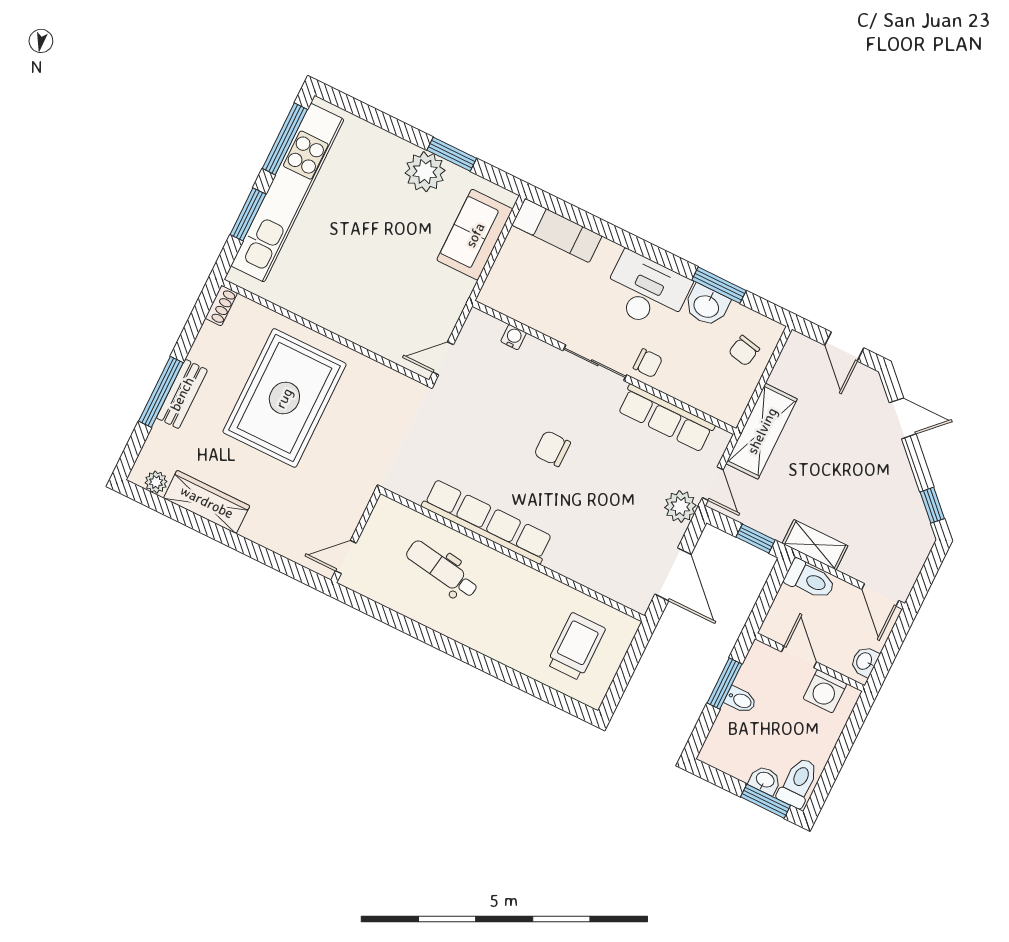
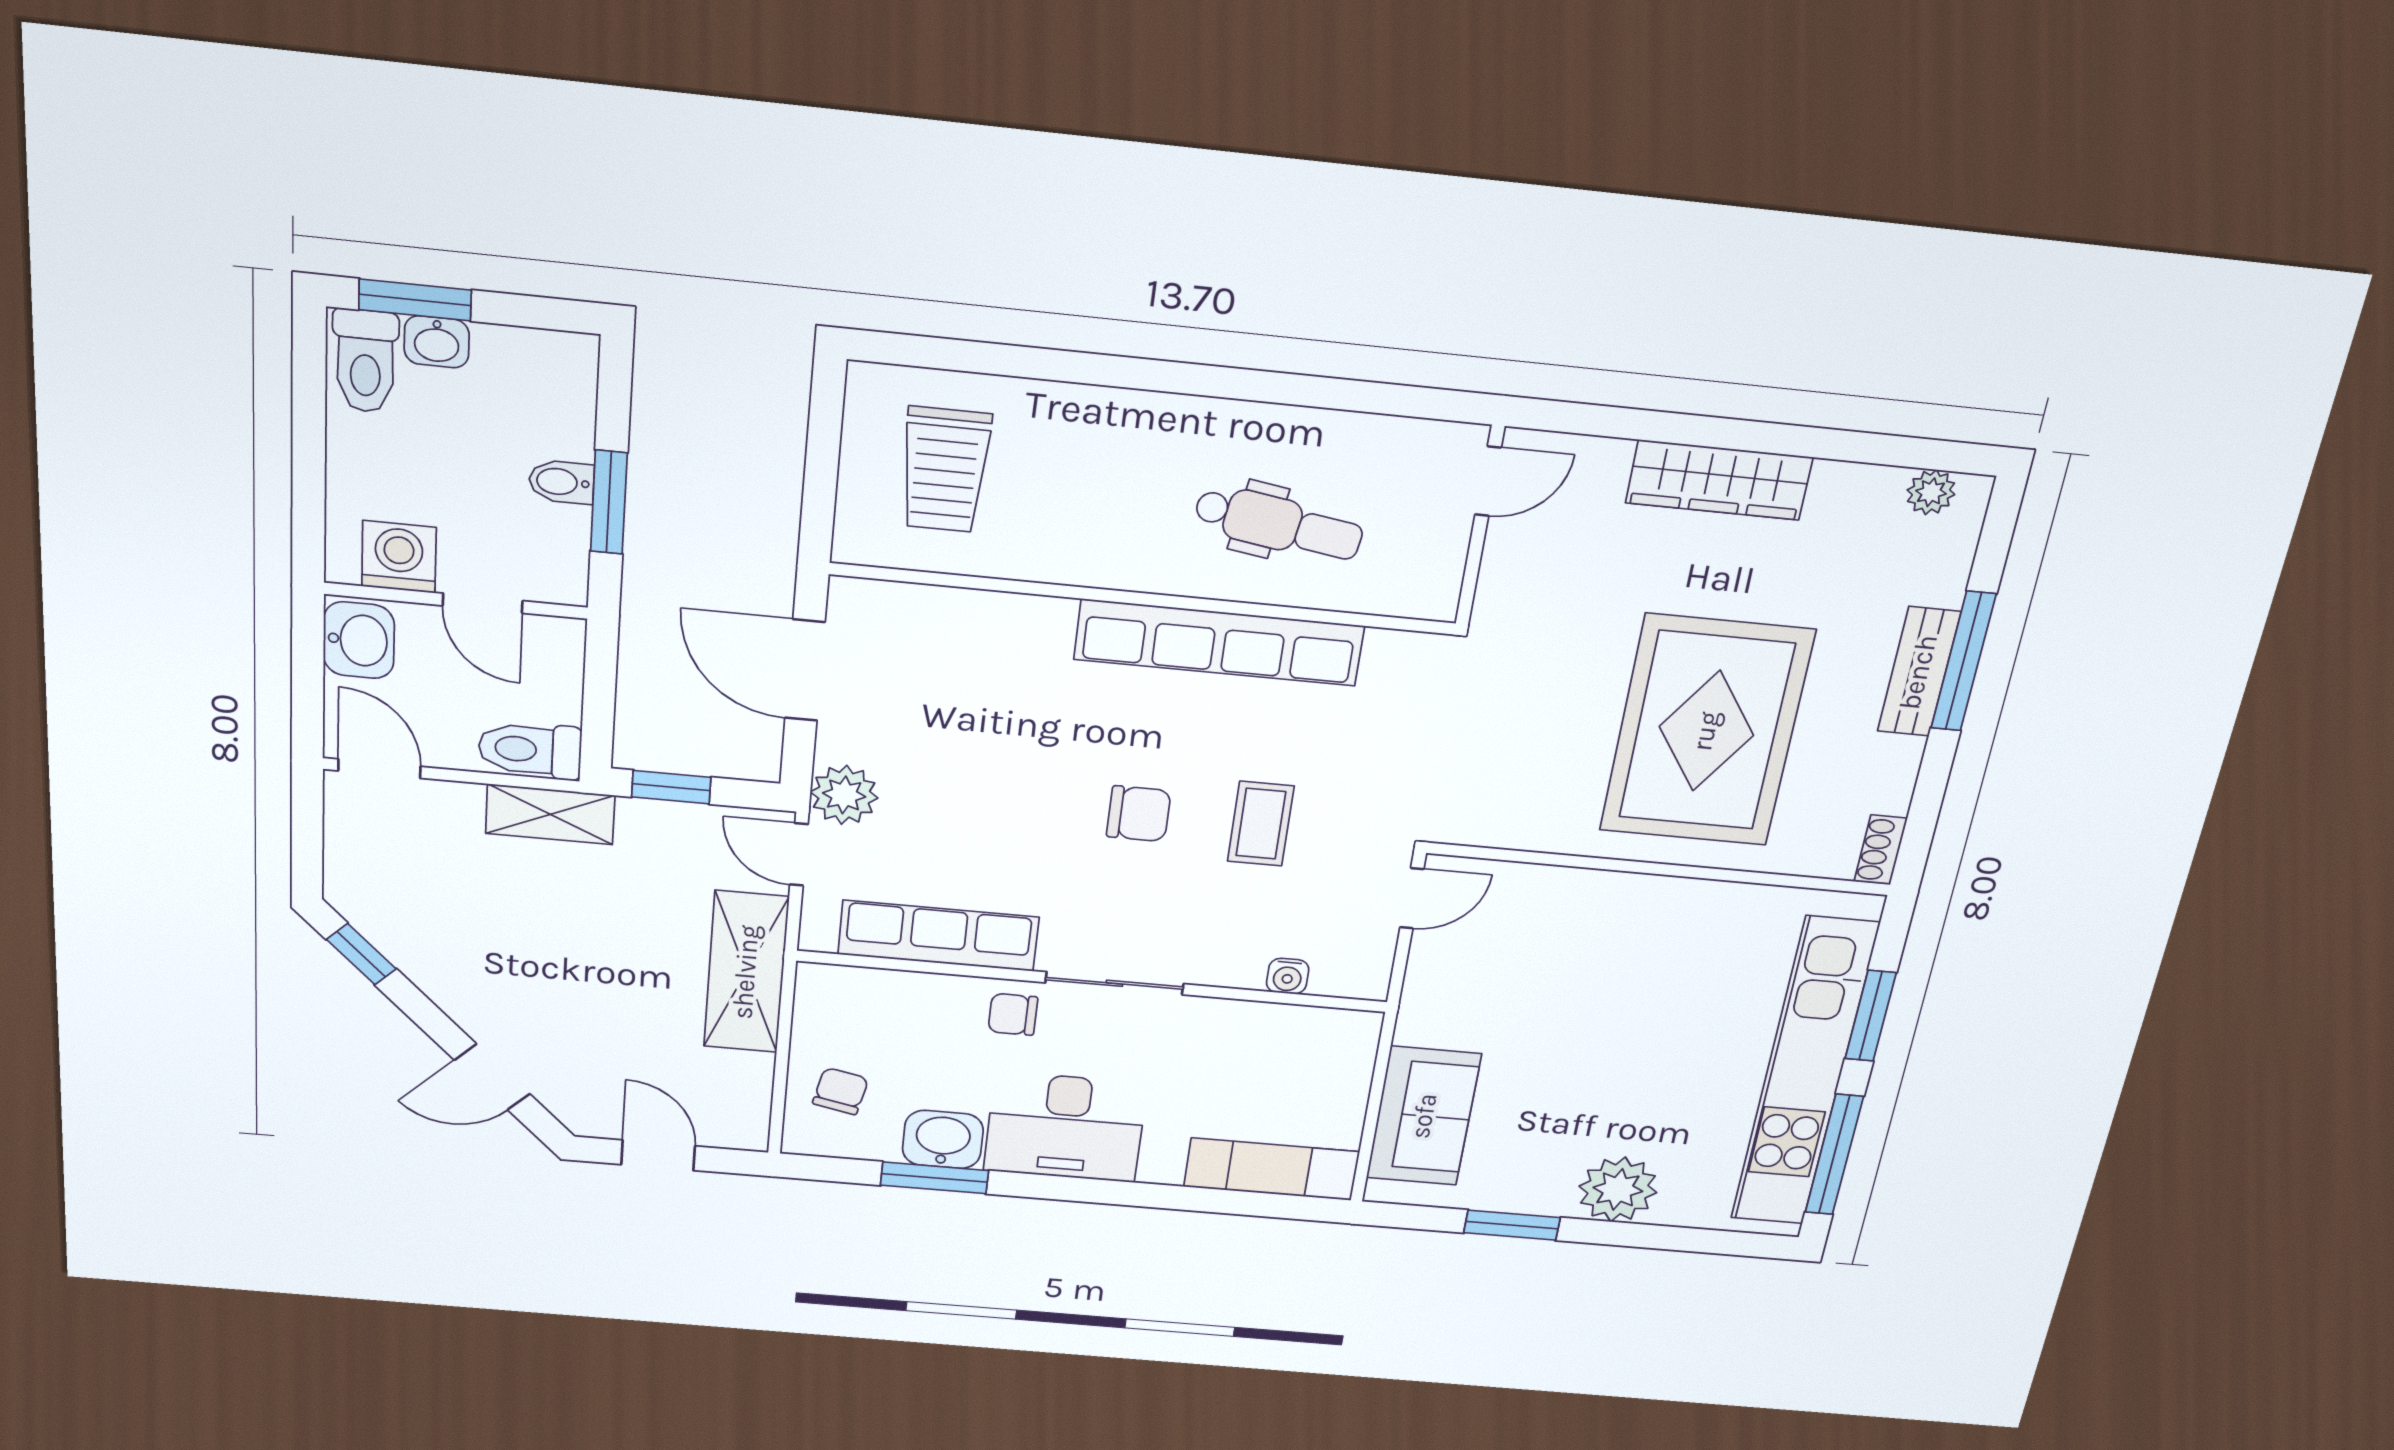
plant: (425, 172) -> (1618, 1189), moved
coffee table: (499, 423) -> (1261, 824), added
wardrobe: (207, 502) -> (1719, 480), moved
washbasin: (865, 661) -> (359, 640), width x1.38, depth x1.45

